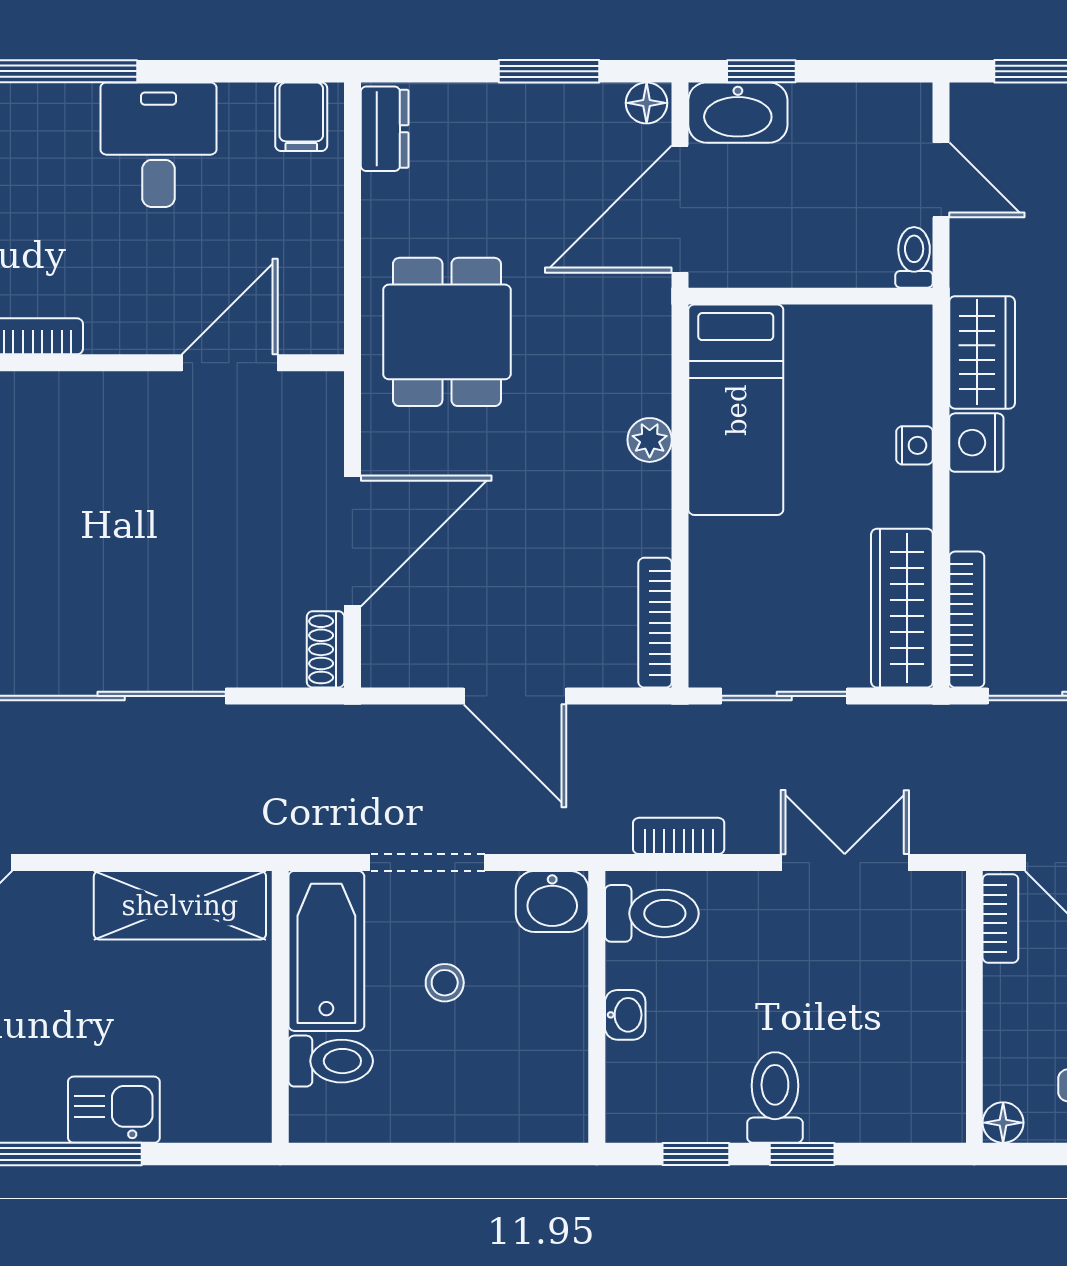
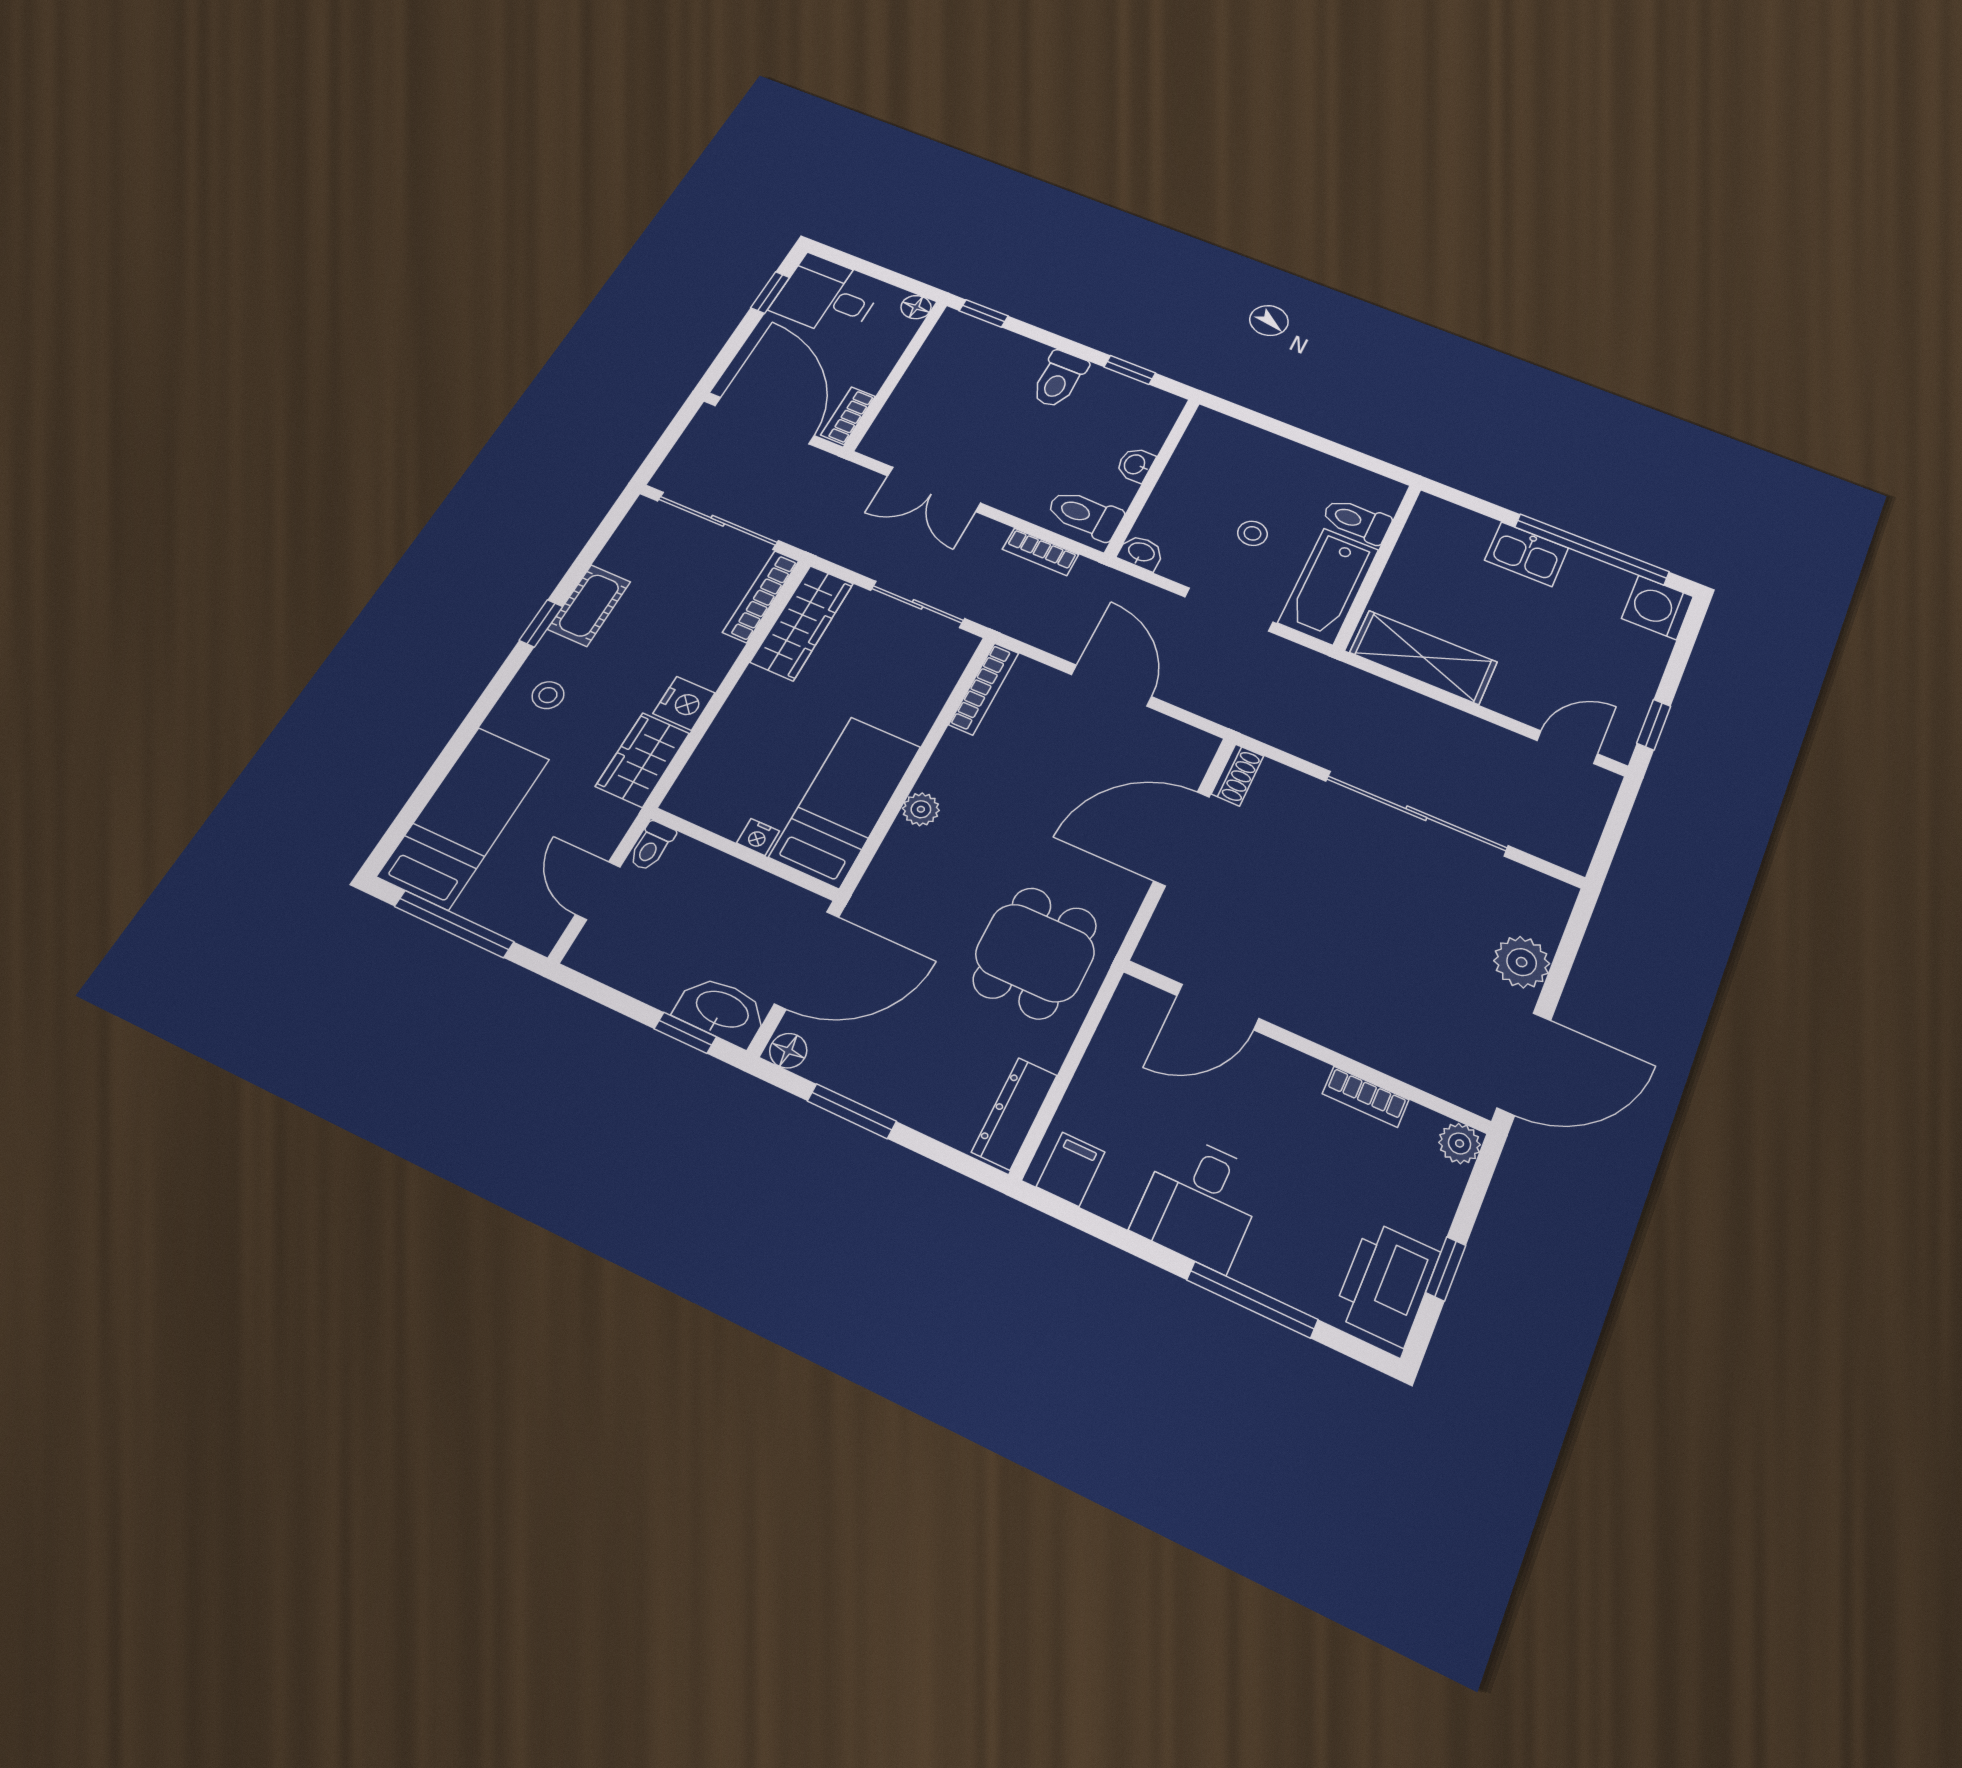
dresser: (385, 129) -> (1014, 1114), width x1.44
nightstand: (915, 445) -> (758, 837), moved, turned -90
washbasin: (552, 901) -> (1141, 553), width x0.72, depth x0.69
window: (802, 1154) -> (984, 313), moved

